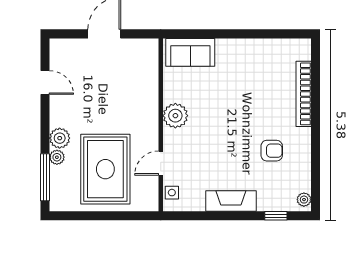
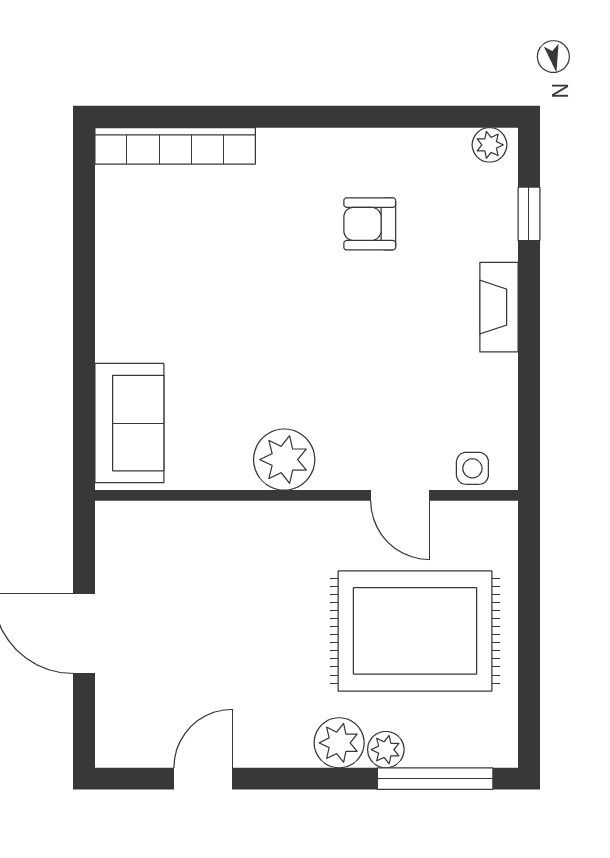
bookcase: (304, 94) -> (175, 146), moved
armchair: (272, 151) -> (370, 224), turned -90
fireplace: (231, 201) -> (499, 307), width x0.73, depth x0.76

